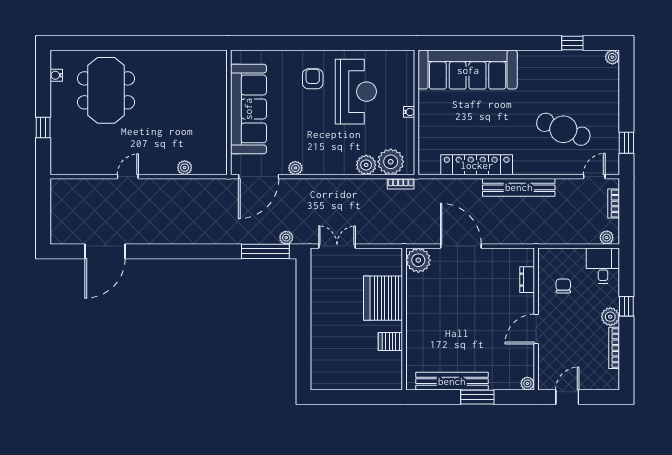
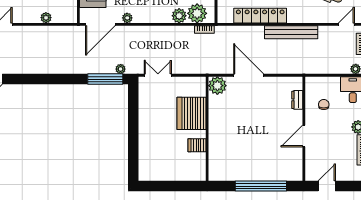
bench: (452, 381) -> (242, 174), removed
plant: (527, 384) -> (297, 176), removed
window: (477, 397) -> (261, 186), width x2.11

